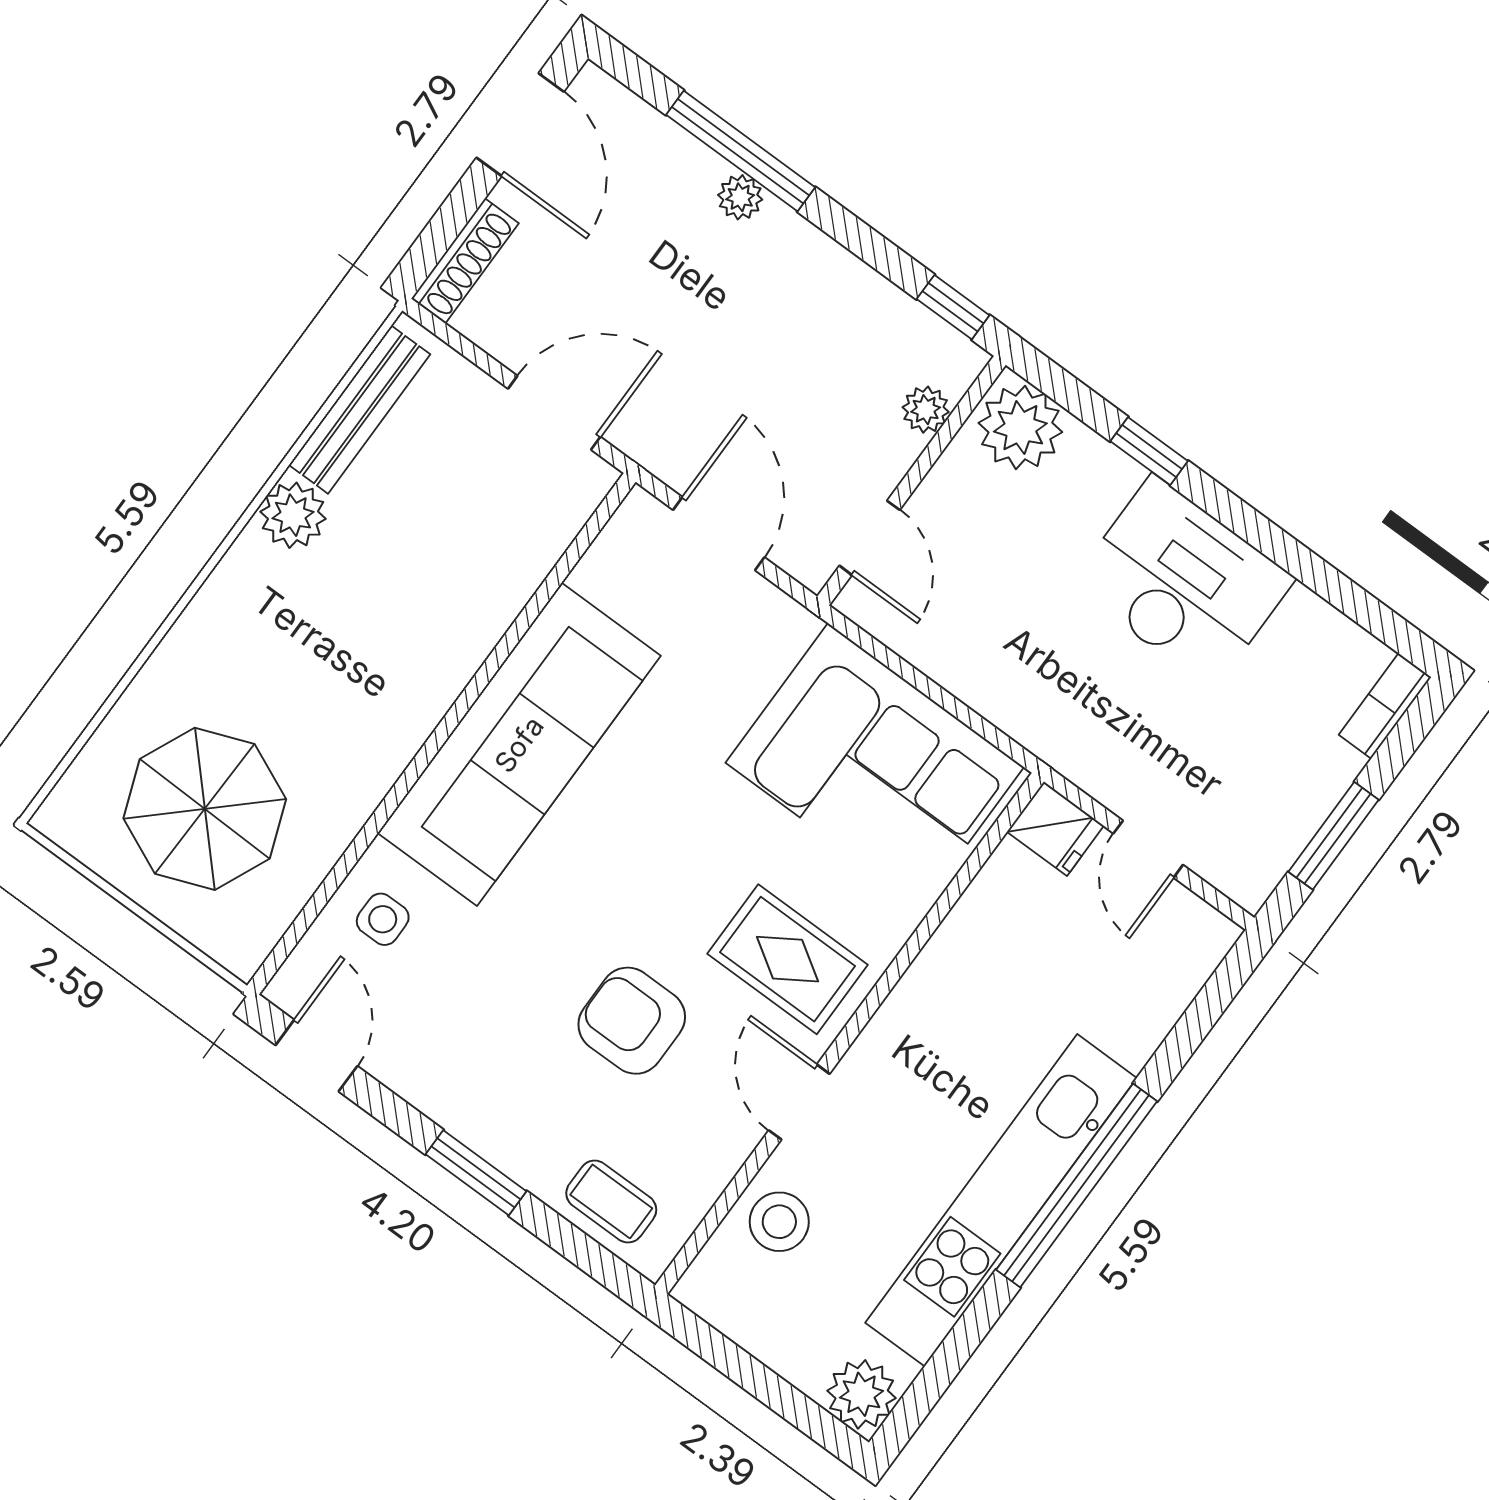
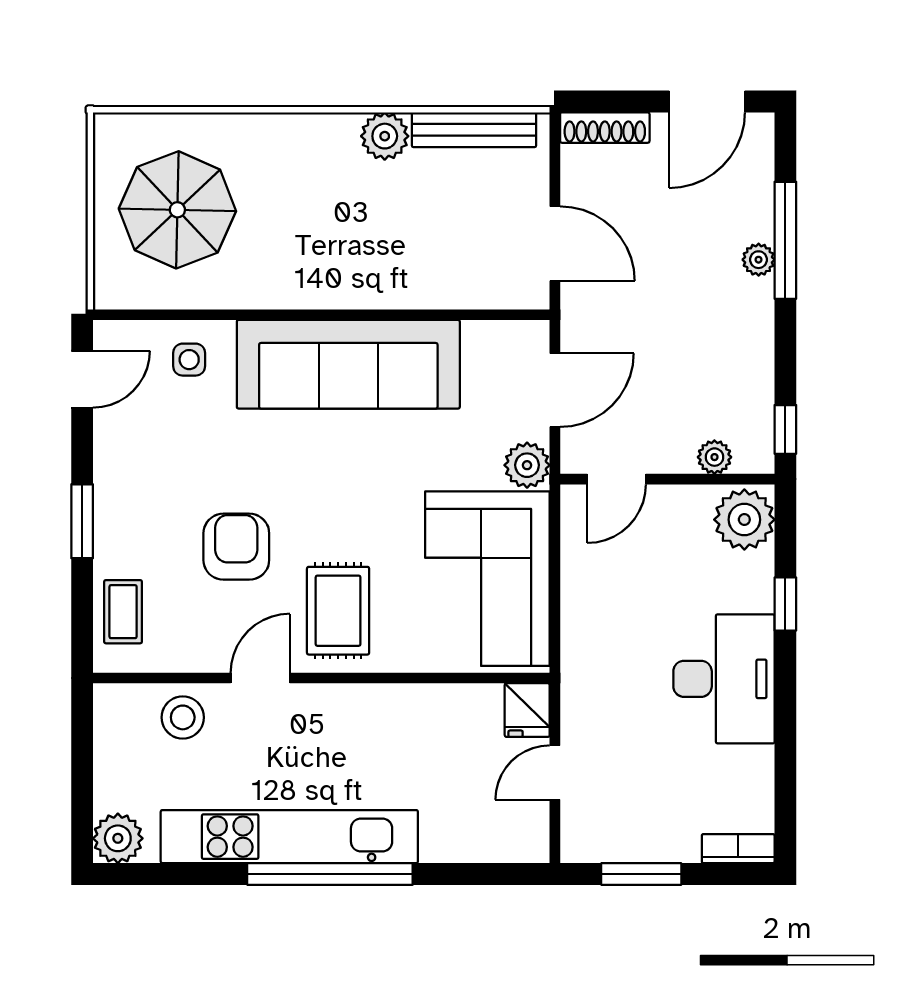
plant: (780, 627) -> (527, 465), added

